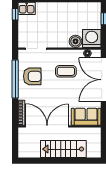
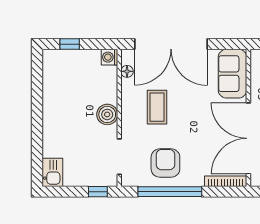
window: (15, 14) -> (98, 192), moved
washing machine: (92, 38) -> (109, 57), width x0.53, depth x0.53
boiler: (76, 41) -> (107, 114), moved

